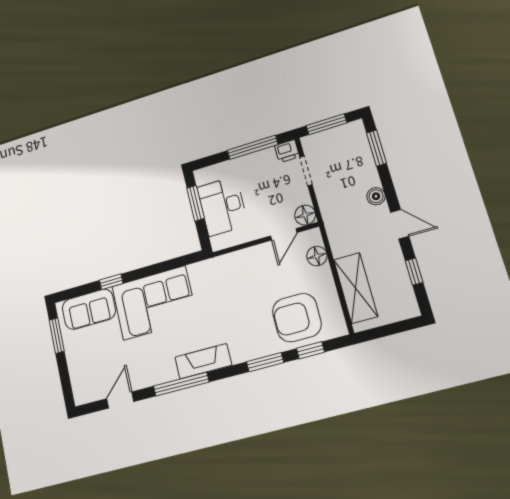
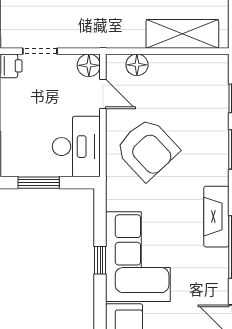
desk: (222, 206) -> (76, 147), moved, turned -90
window: (111, 282) -> (100, 260), moved
armchair: (297, 318) -> (147, 149), moved, turned -43

